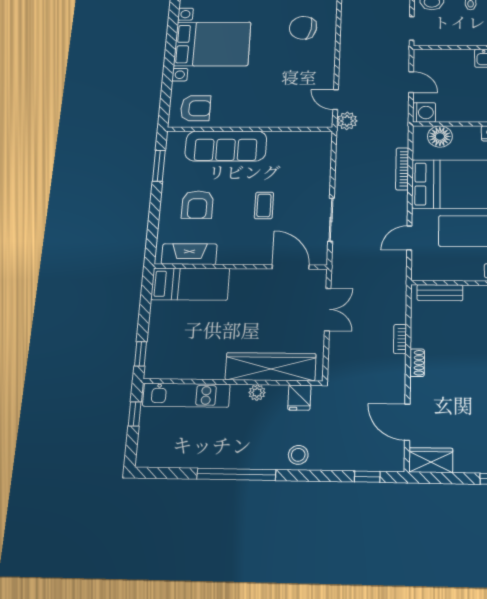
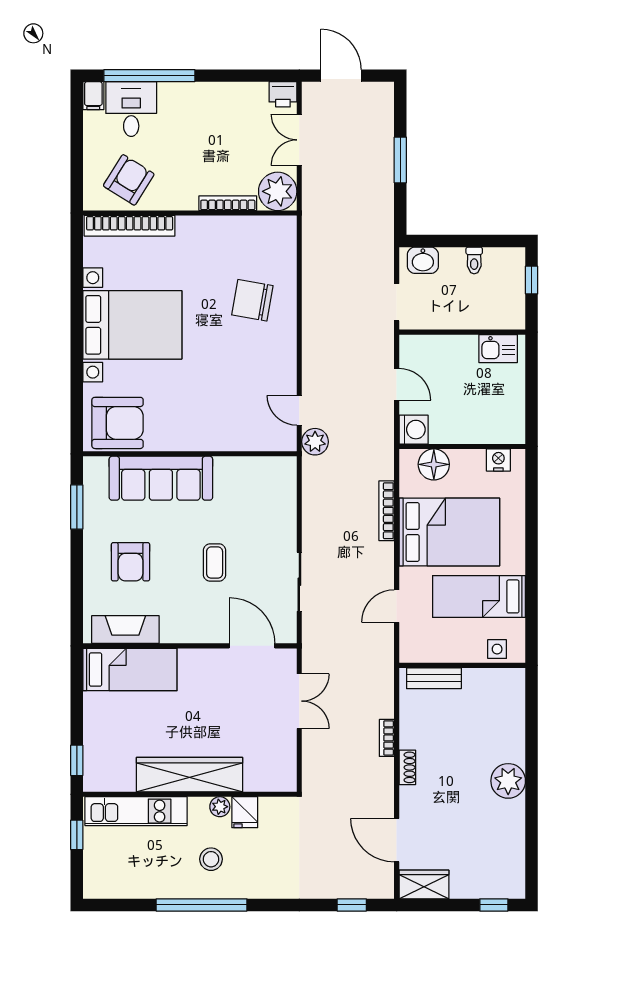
armchair: (196, 108) -> (118, 423), width x1.36, depth x1.36
wardrobe: (271, 367) -> (189, 775), moved
fridge: (299, 398) -> (245, 812), moved
stool: (298, 455) -> (211, 859), moved

